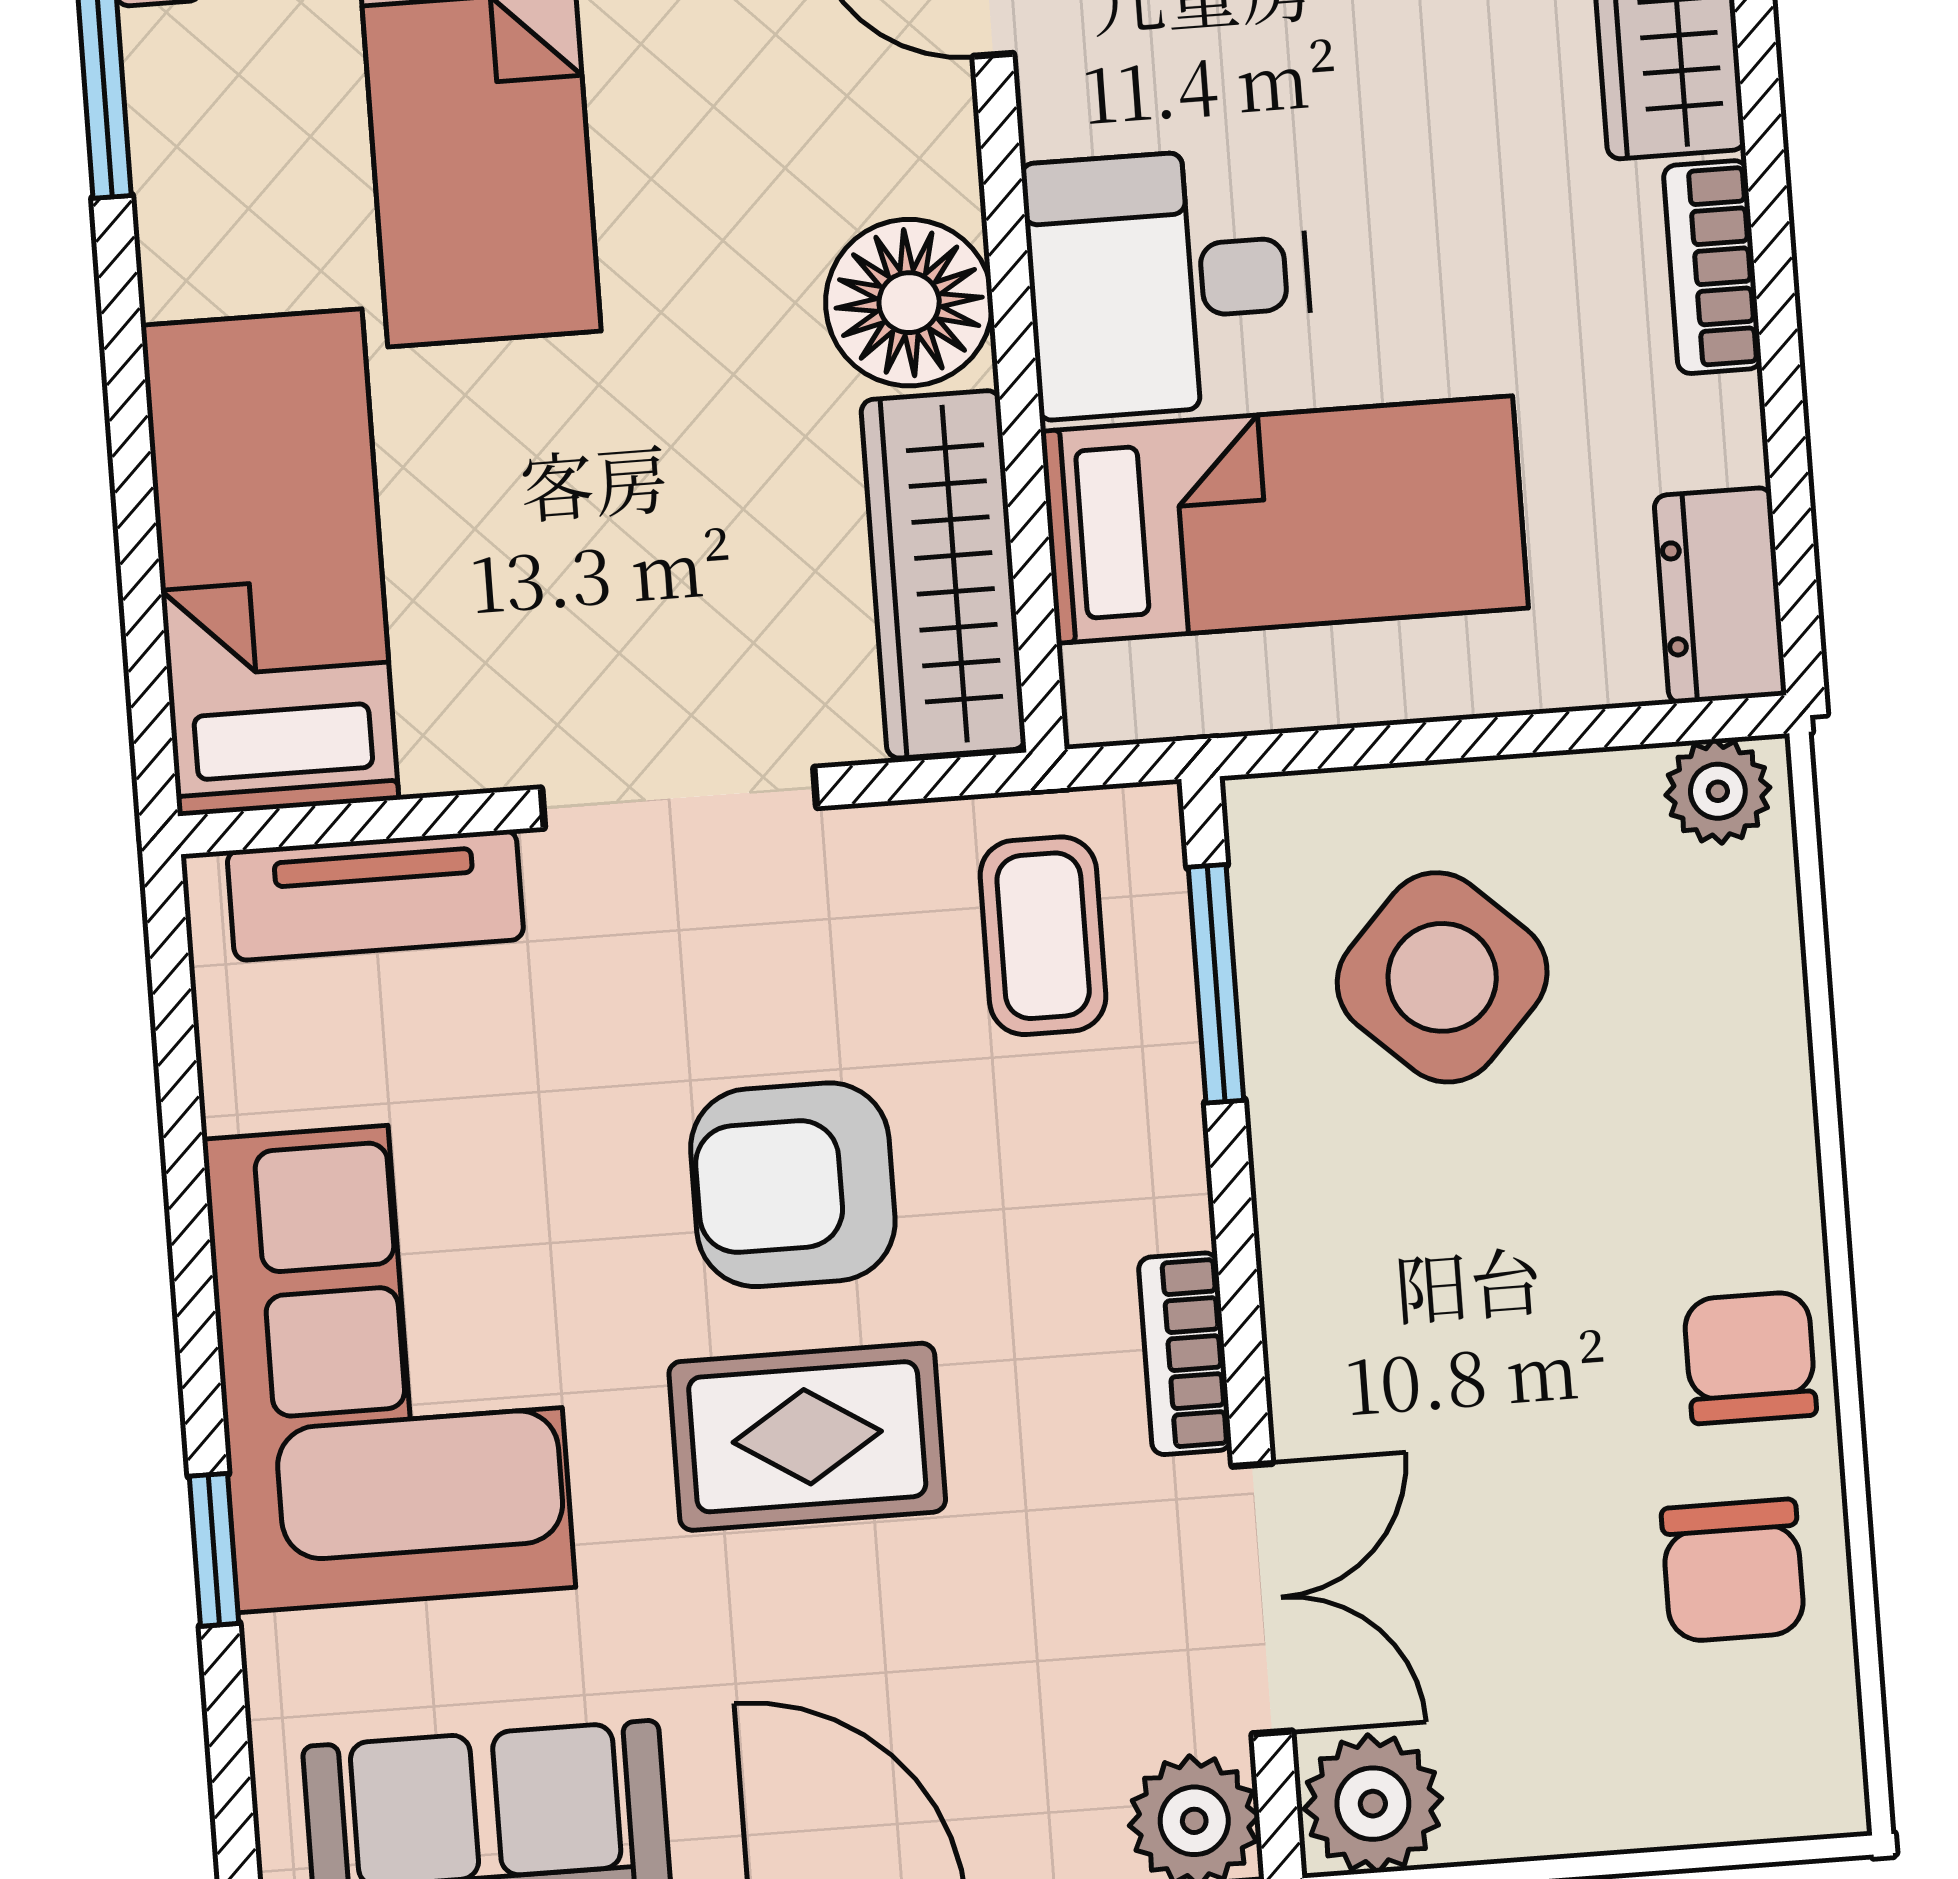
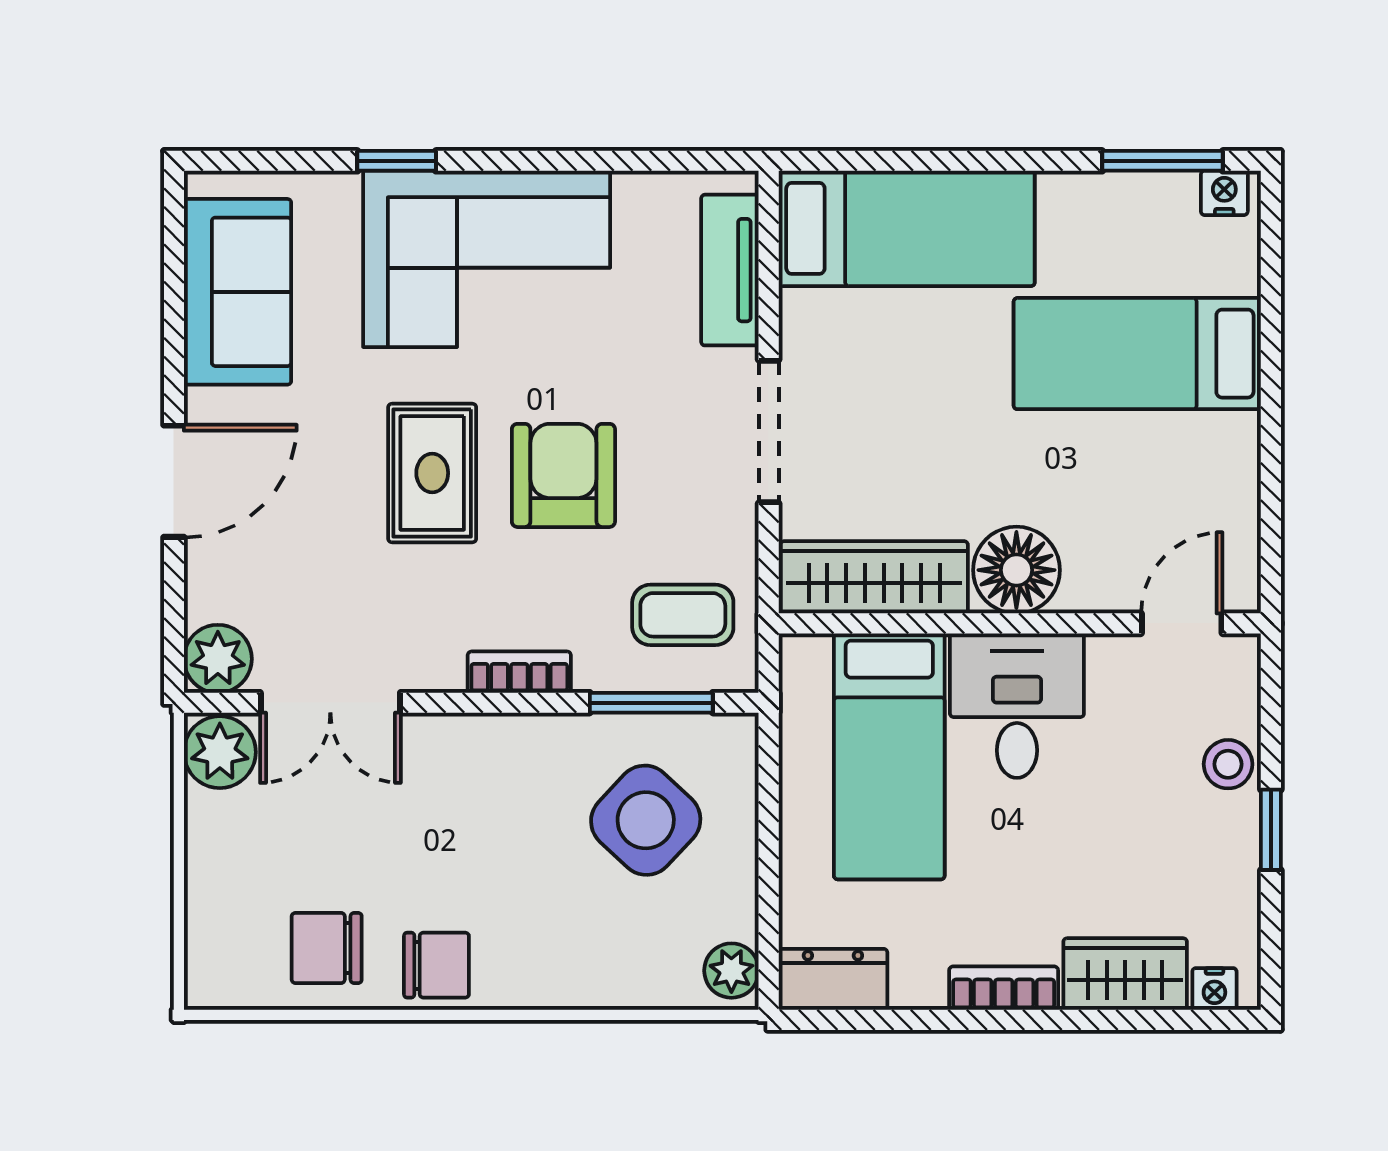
bookcase: (1185, 1354) -> (519, 672), moved

